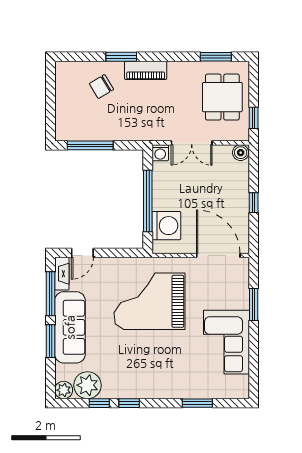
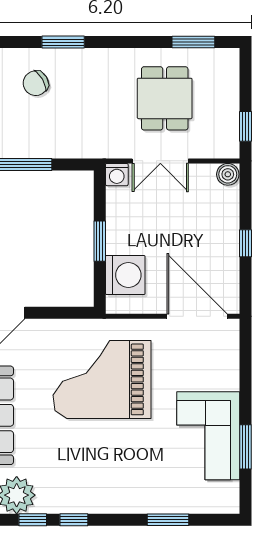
piano: (146, 70) -> (97, 61), removed
dining table: (222, 97) -> (165, 98), moved
window: (148, 201) -> (100, 241), width x0.47
window: (254, 304) -> (246, 447), moved

